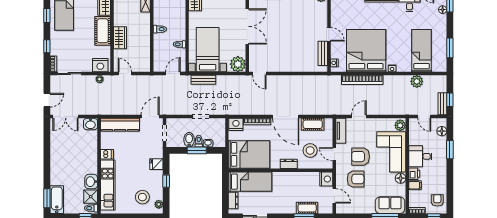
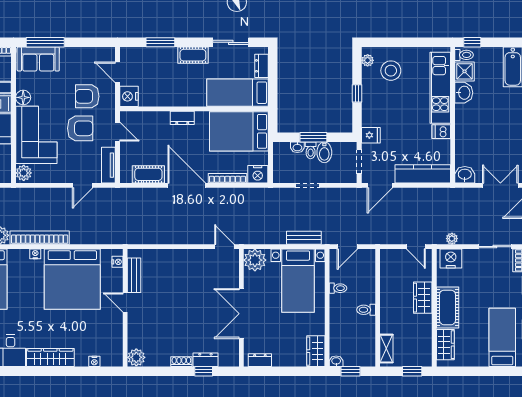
bookcase: (362, 80) -> (40, 238), moved
stool: (310, 150) -> (152, 137), removed
fridge: (156, 164) -> (371, 135), moved
cot: (307, 208) -> (193, 55), moved

